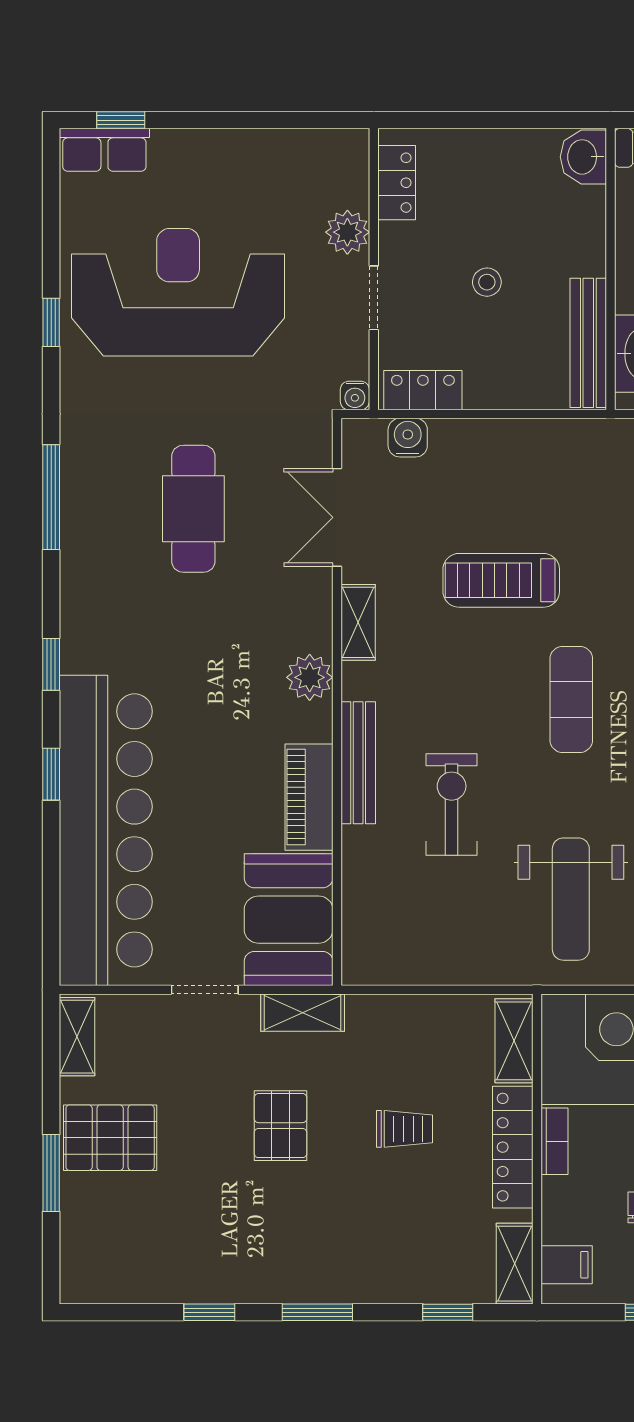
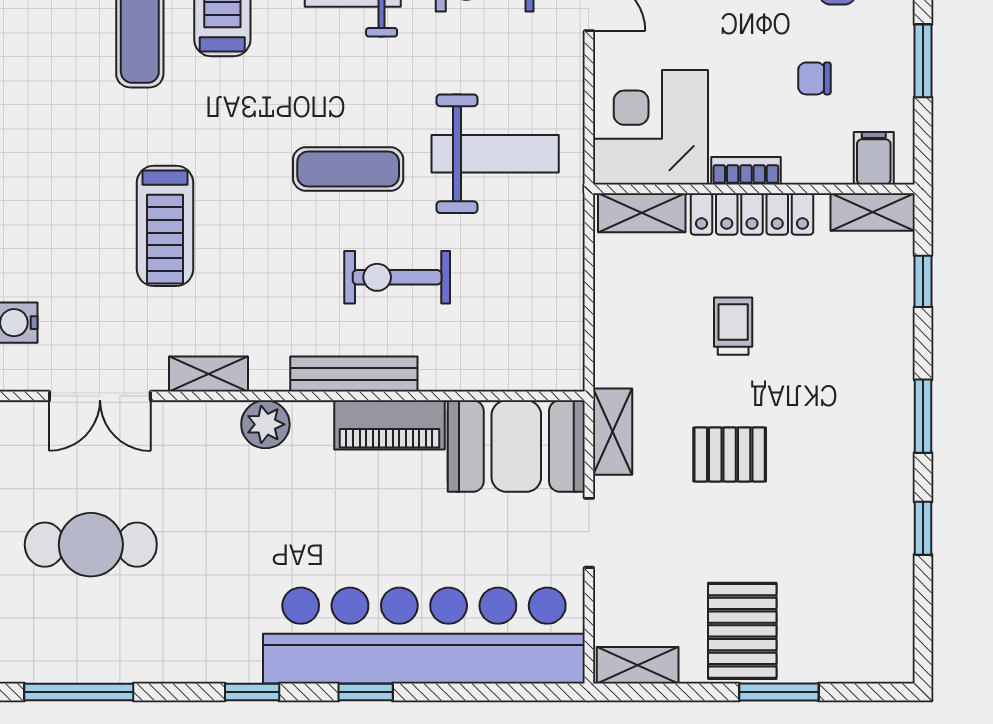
exercise mat: (571, 699) -> (348, 169), moved

